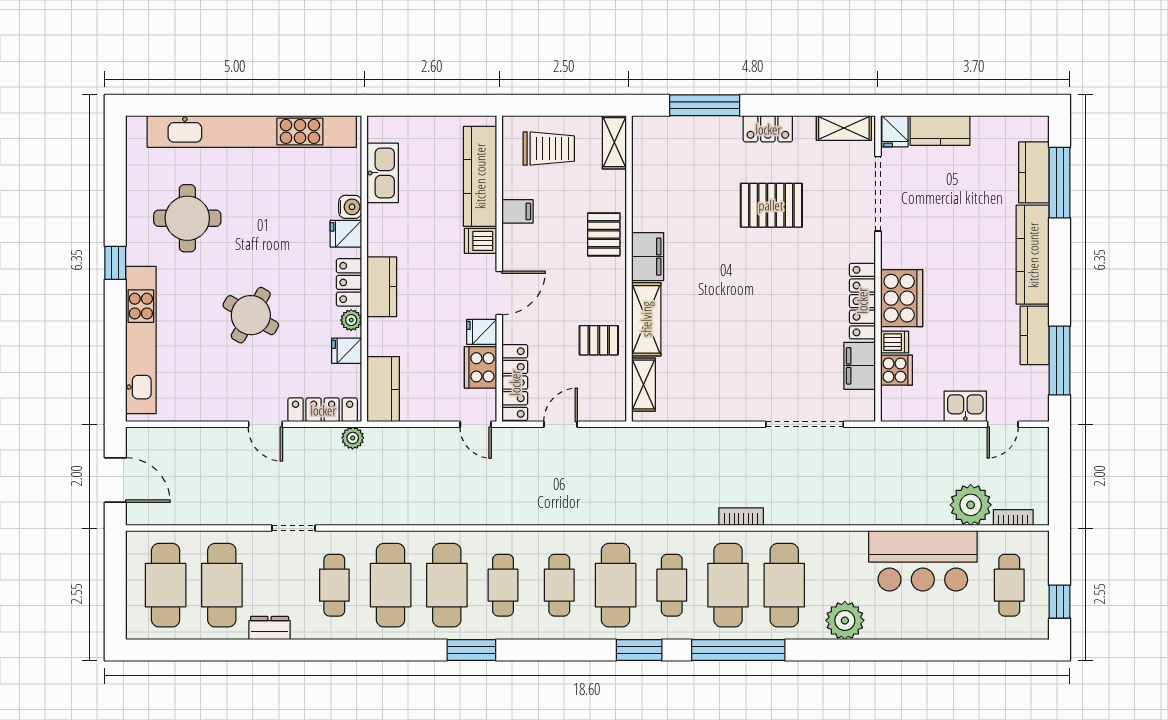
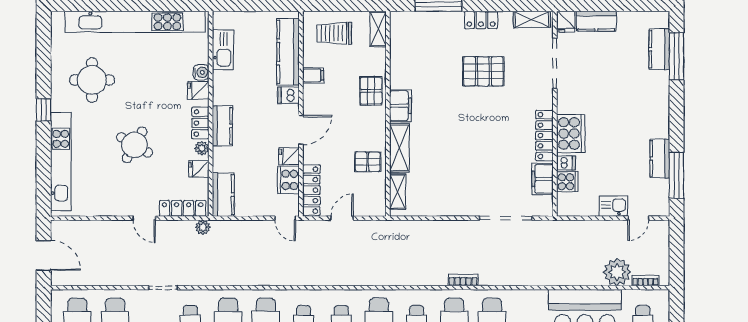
trolley: (549, 149) -> (334, 33), turned 180
kitchen counter: (1033, 255) -> (658, 104), removed

